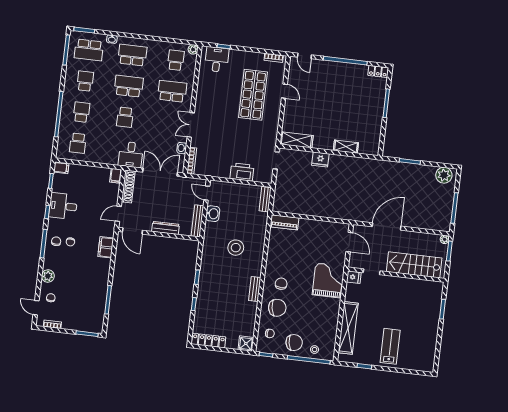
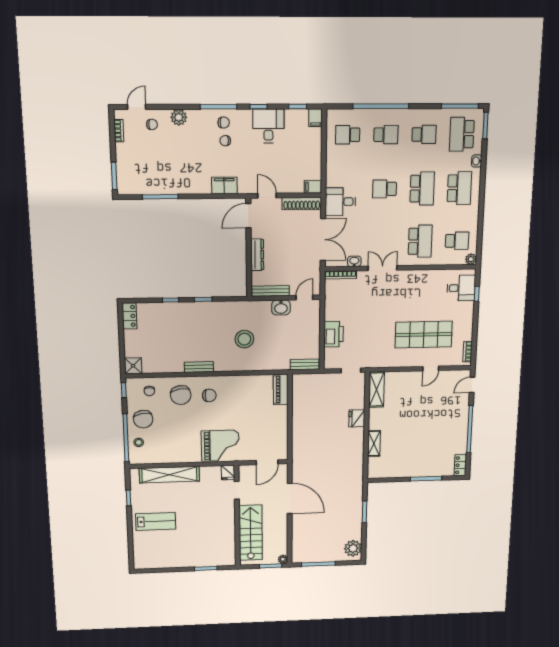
locker: (209, 341) -> (129, 316), width x0.66

